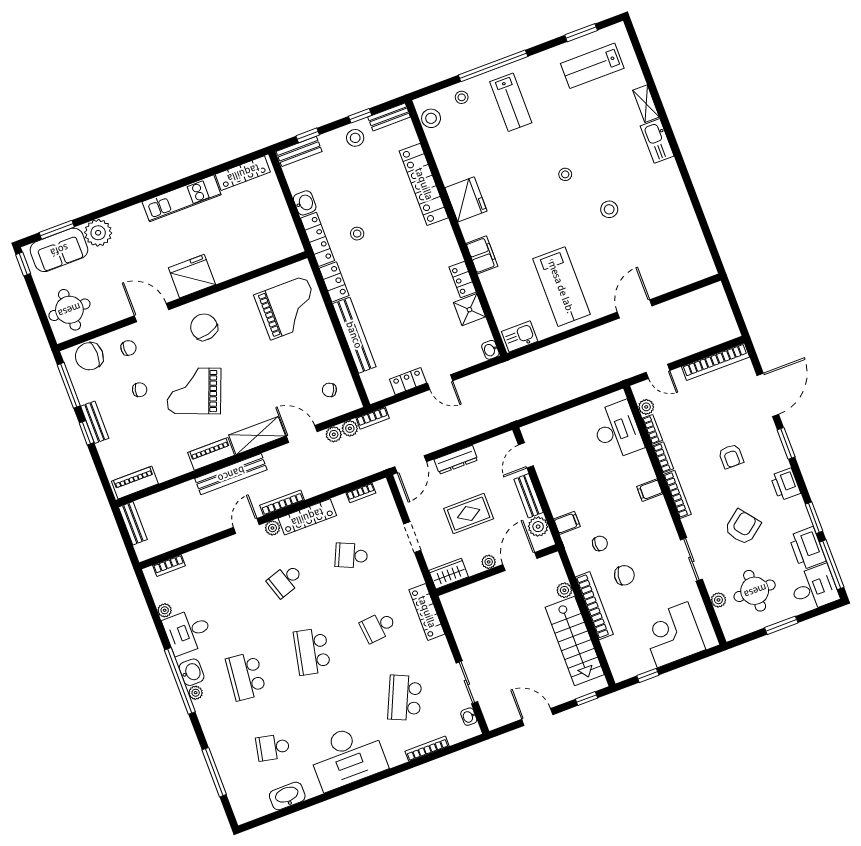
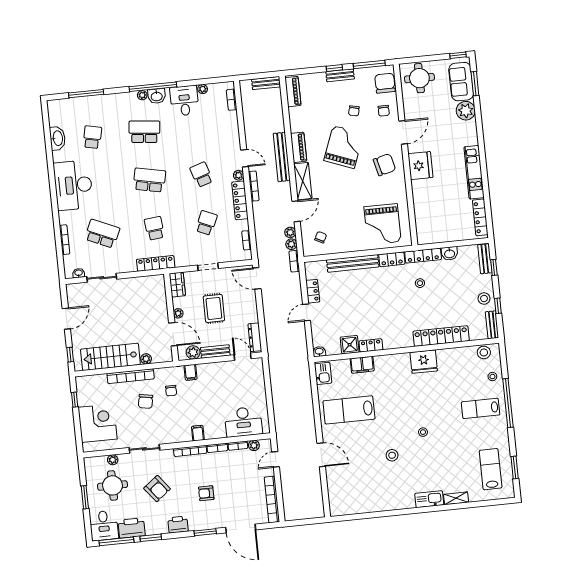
filing cabinet: (482, 255) -> (362, 365), moved
dresser: (456, 460) -> (255, 337), moved

